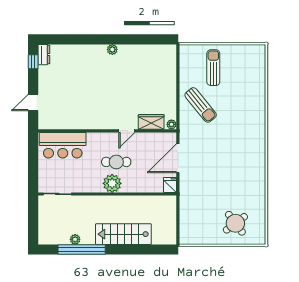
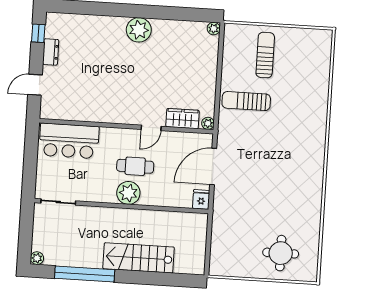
plant: (112, 49) -> (139, 30), width x1.87, depth x1.87
plant: (171, 49) -> (214, 29), added
dresser: (44, 55) -> (51, 52), moved
sun lounger: (201, 105) -> (246, 101), turned 129
round table: (235, 223) -> (281, 253), turned 37
plant: (75, 239) -> (37, 258), moved

